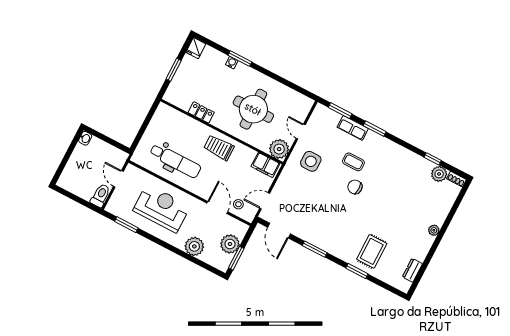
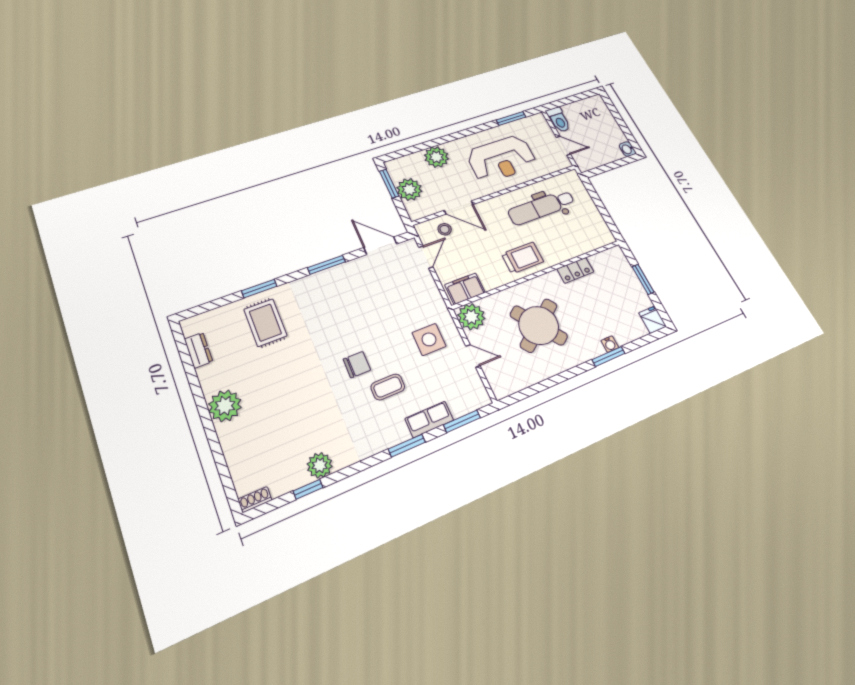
round table: (253, 109) -> (539, 325), turned -36
plant: (439, 174) -> (320, 465), moved
plant: (434, 230) -> (225, 406), width x1.88, depth x1.88

